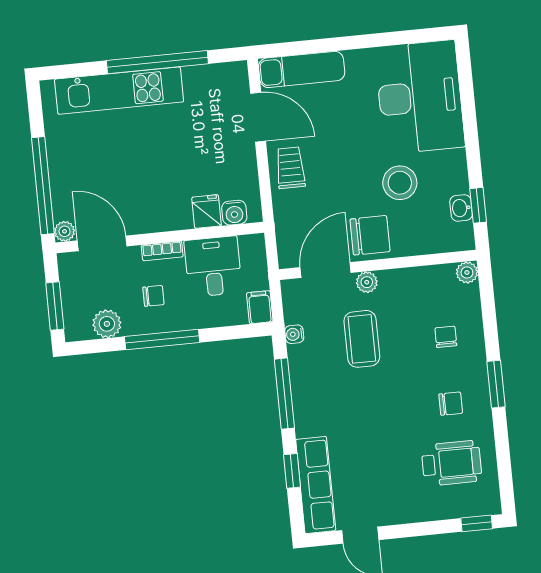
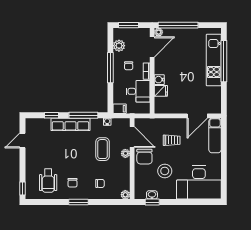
window: (157, 62) -> (224, 61), moved
trolley: (290, 168) -> (172, 140), moved
water cooler: (234, 213) -> (159, 80), moved
coffee table: (362, 339) -> (103, 149), turned 90
row of seats: (316, 485) -> (70, 124), moved

